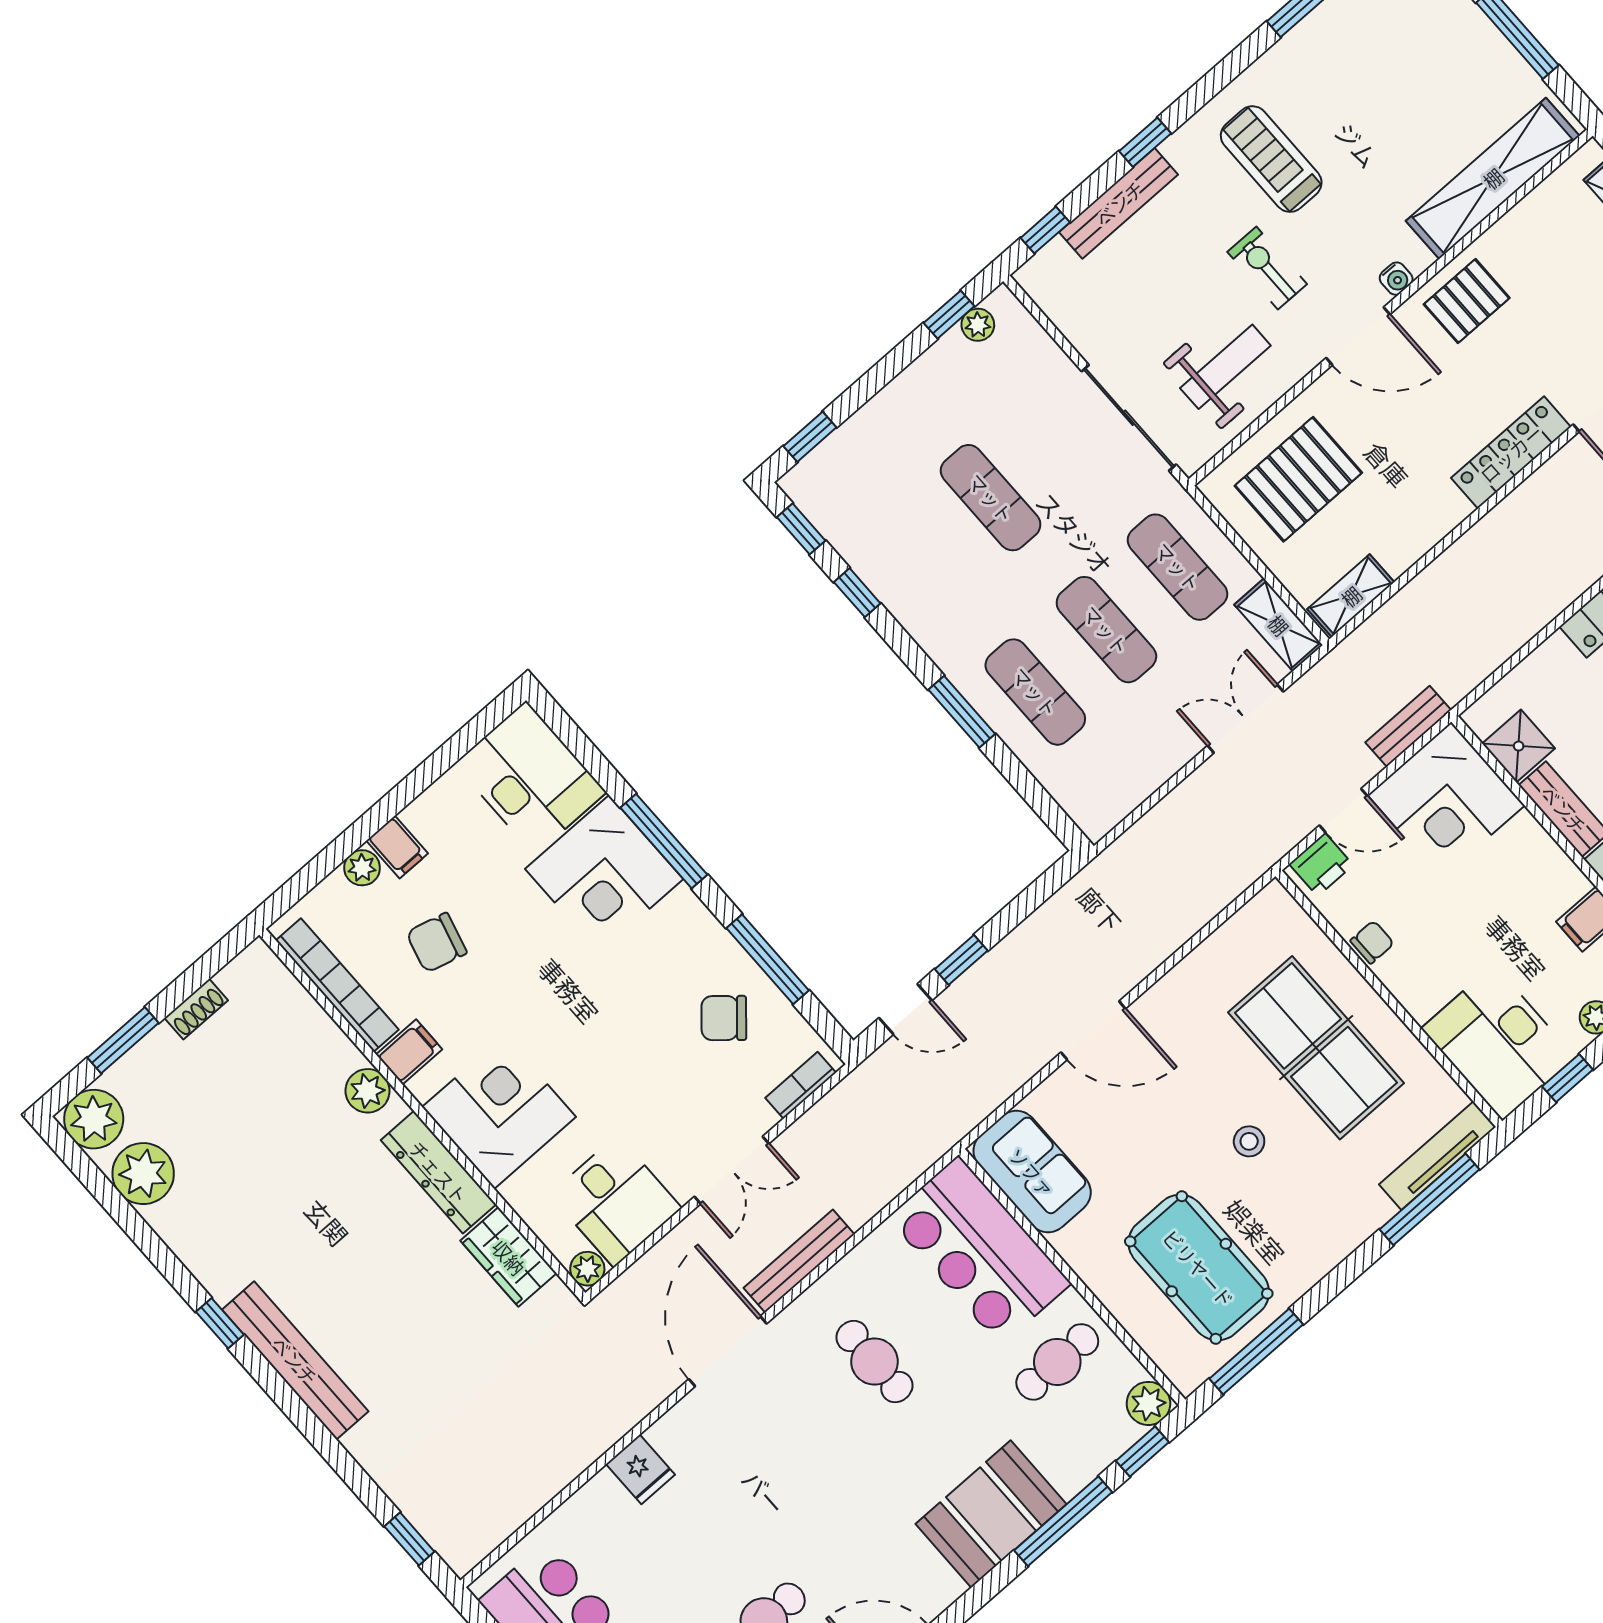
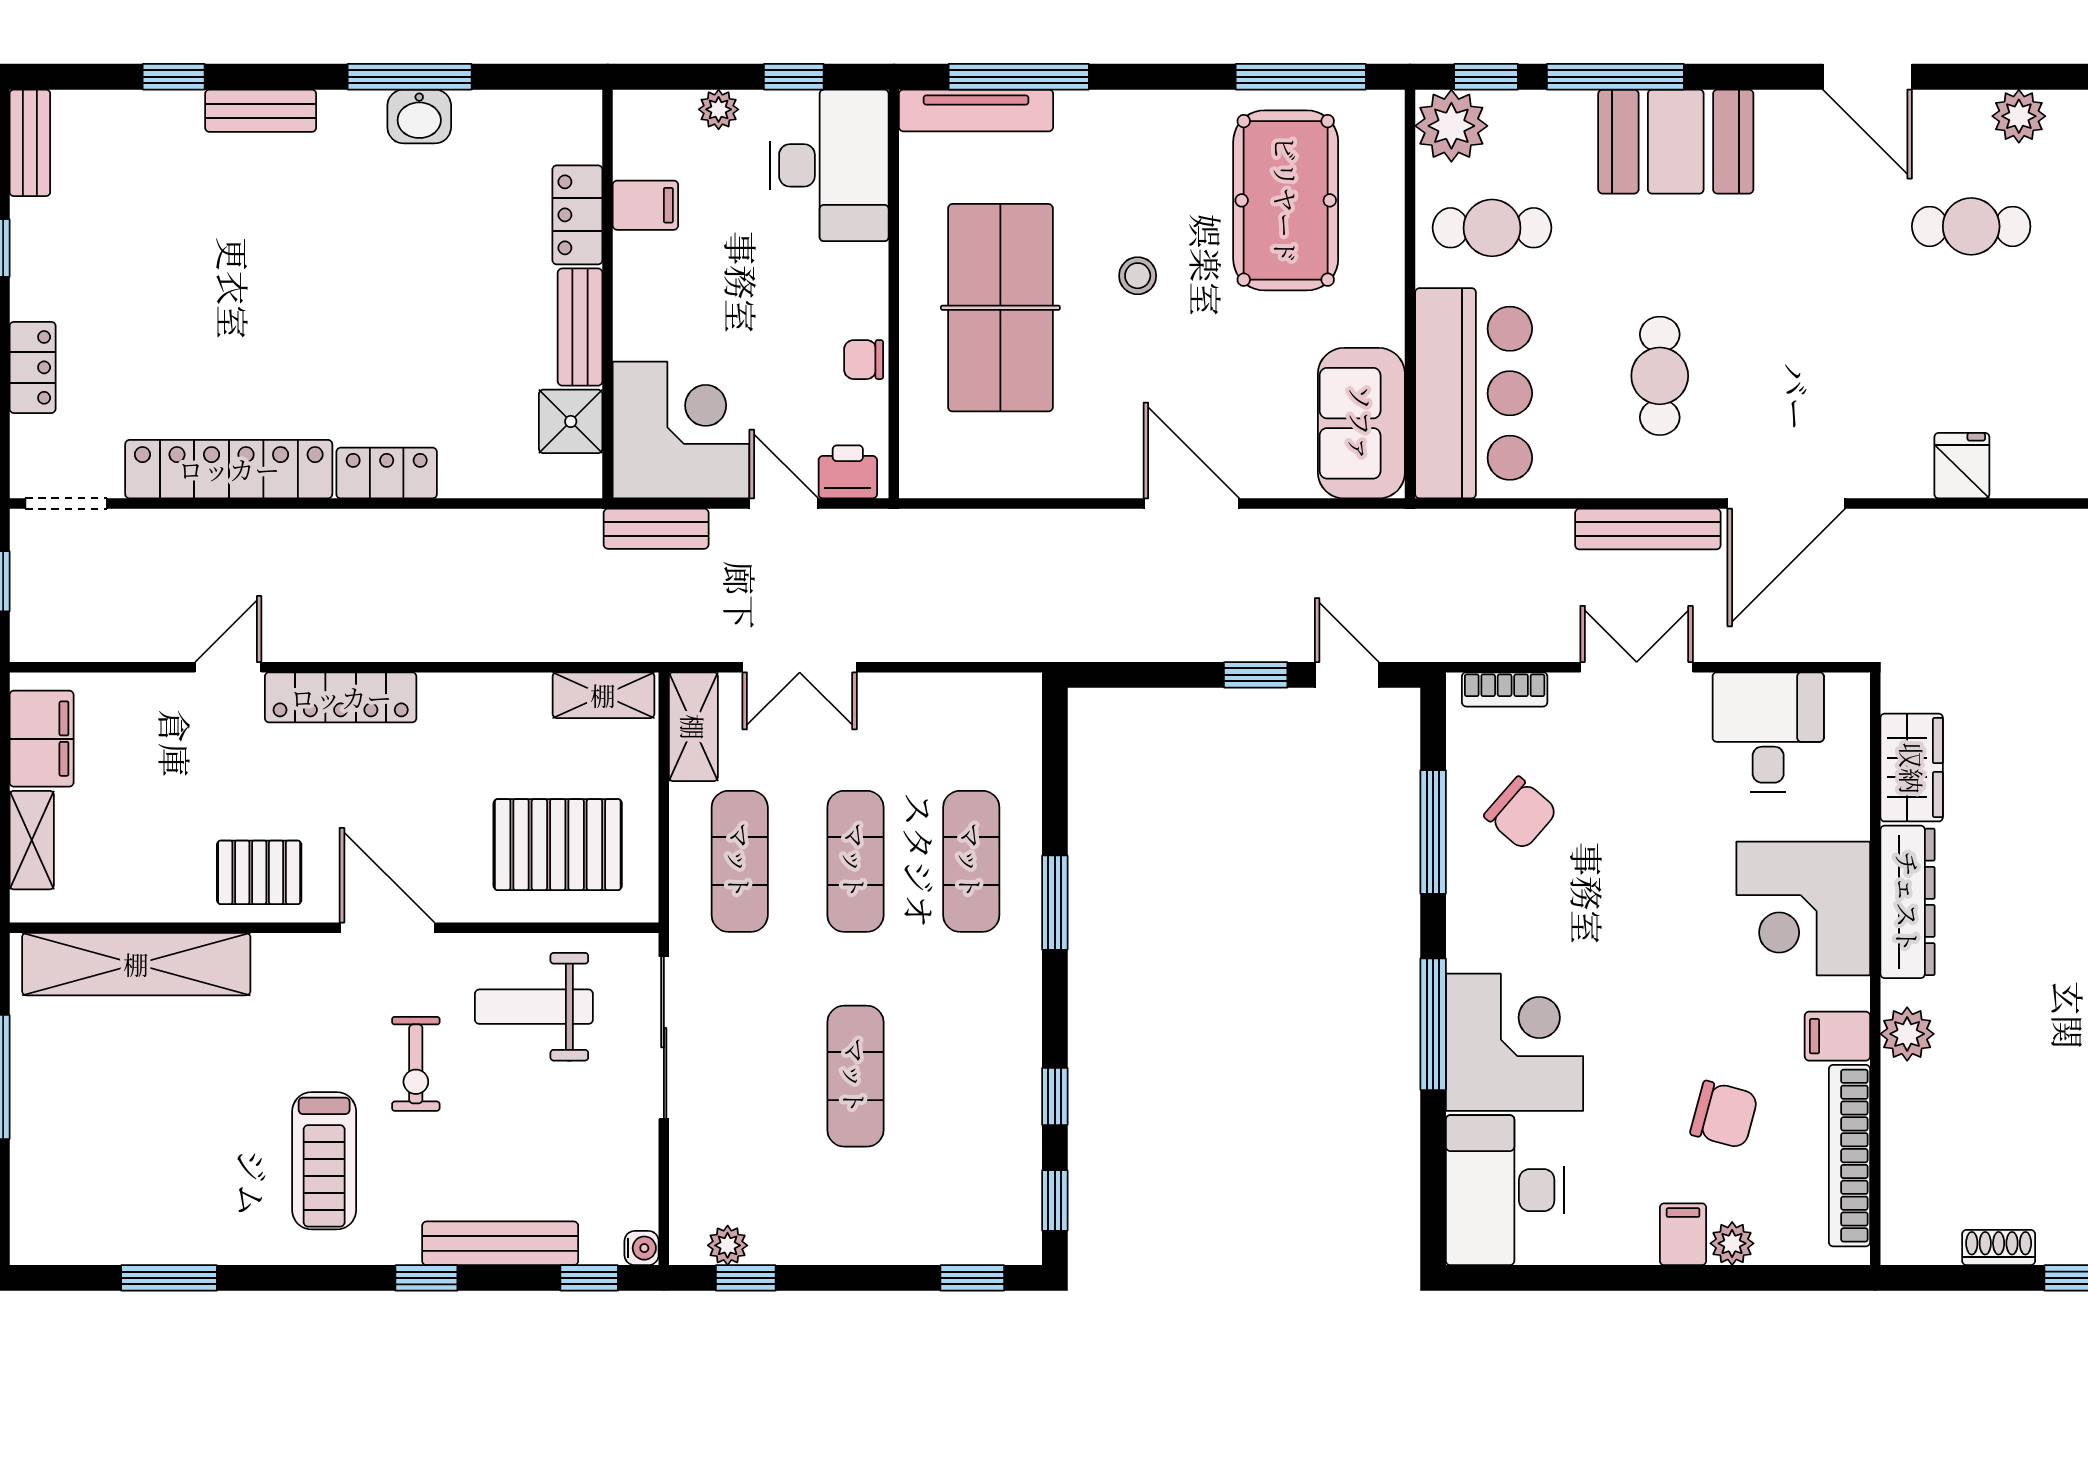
water cooler: (1396, 279) -> (642, 1248), moved, turned 90
plant: (587, 1269) -> (1849, 693), removed
plant: (1148, 1403) -> (1451, 126), width x1.36, depth x1.36

